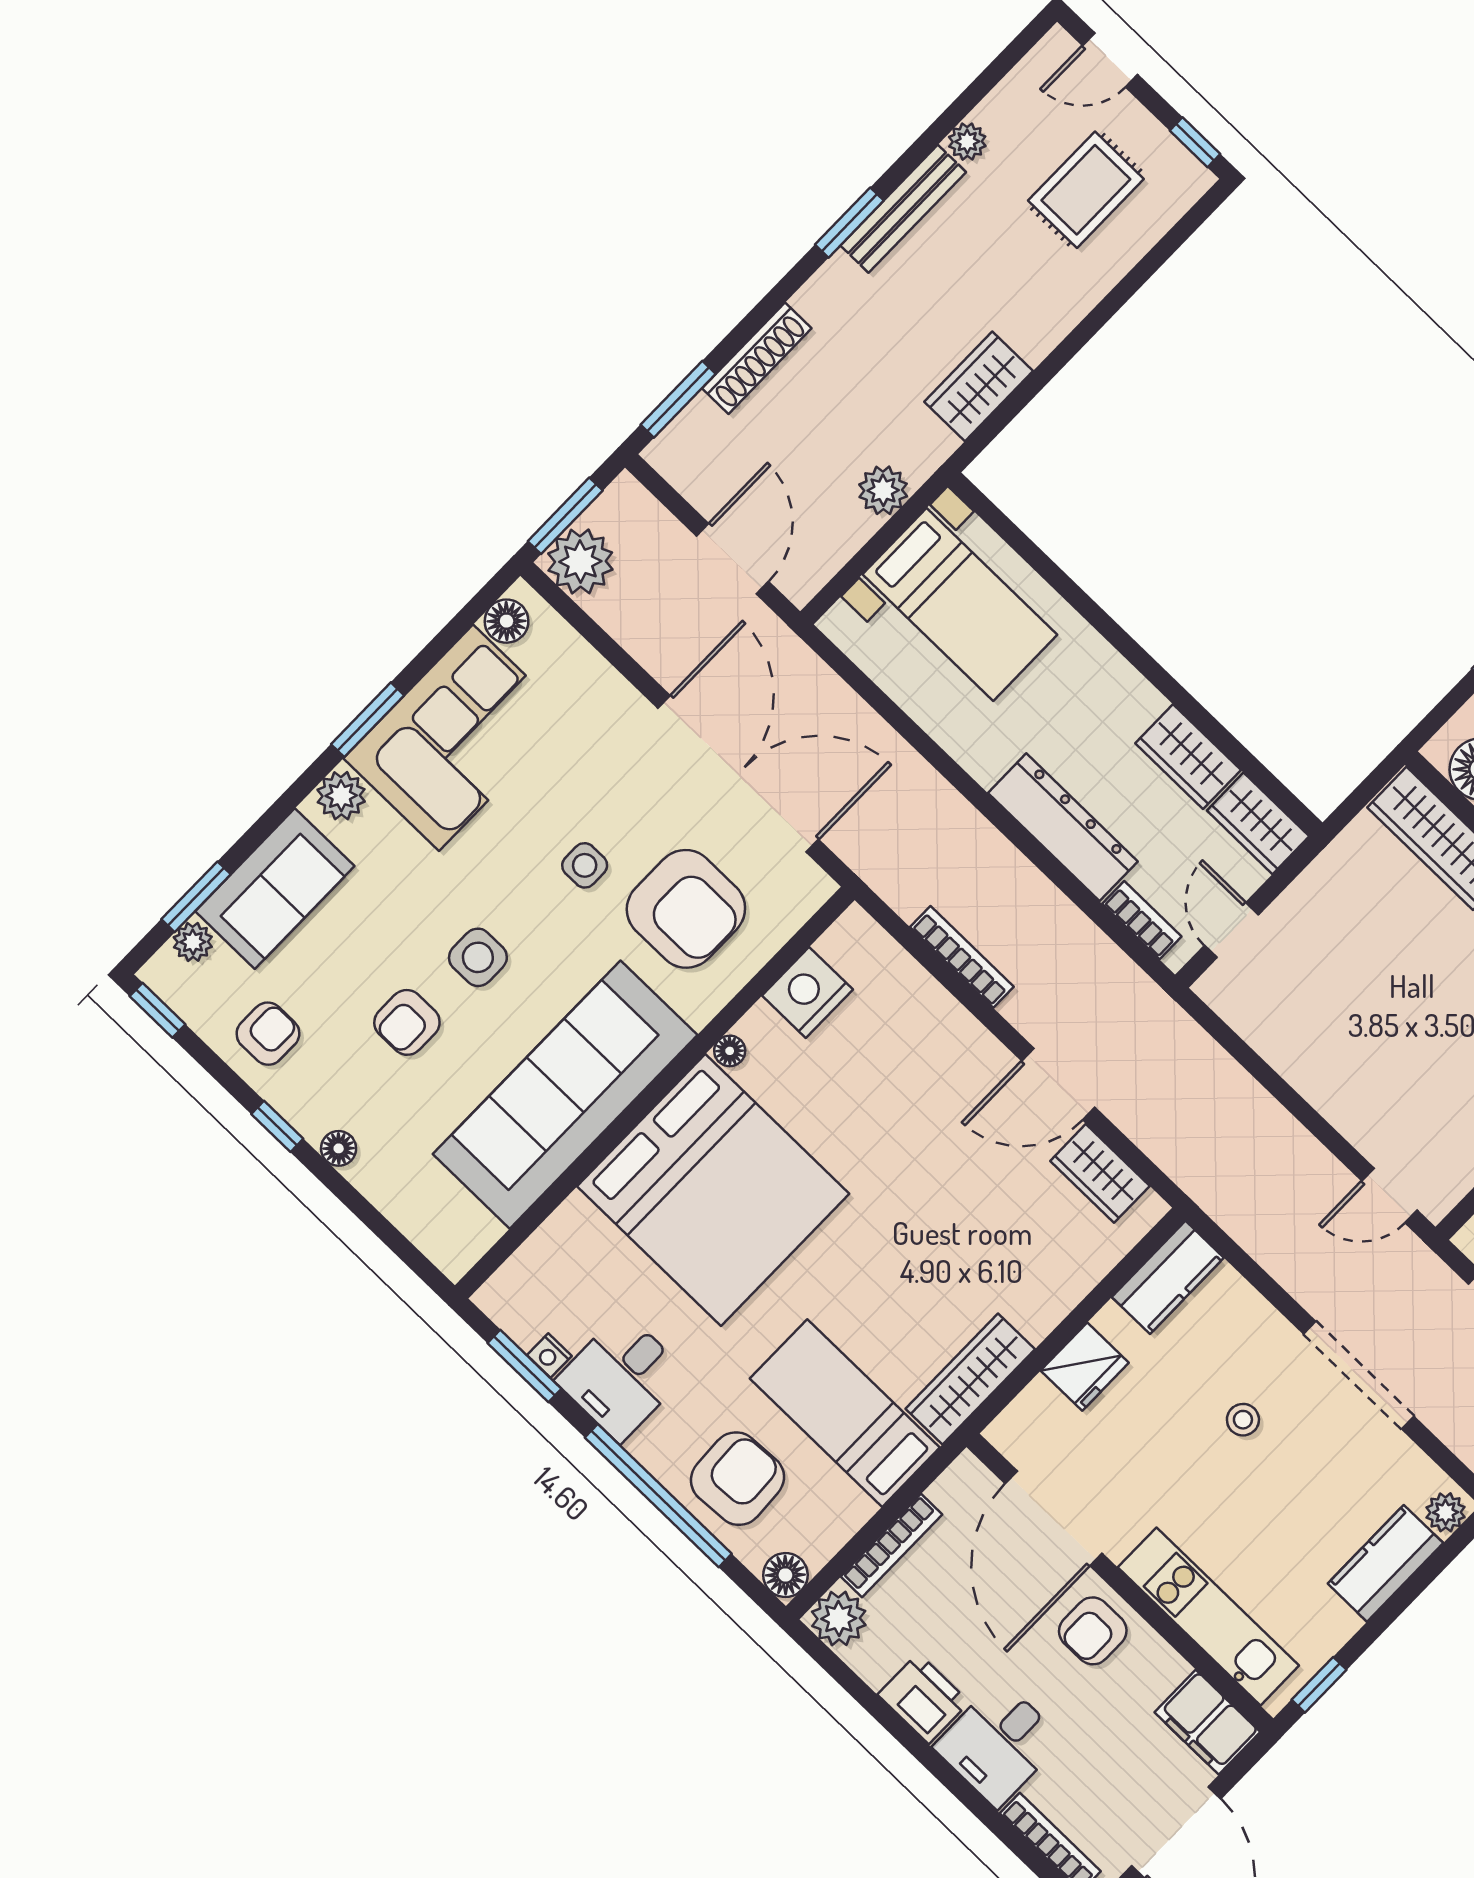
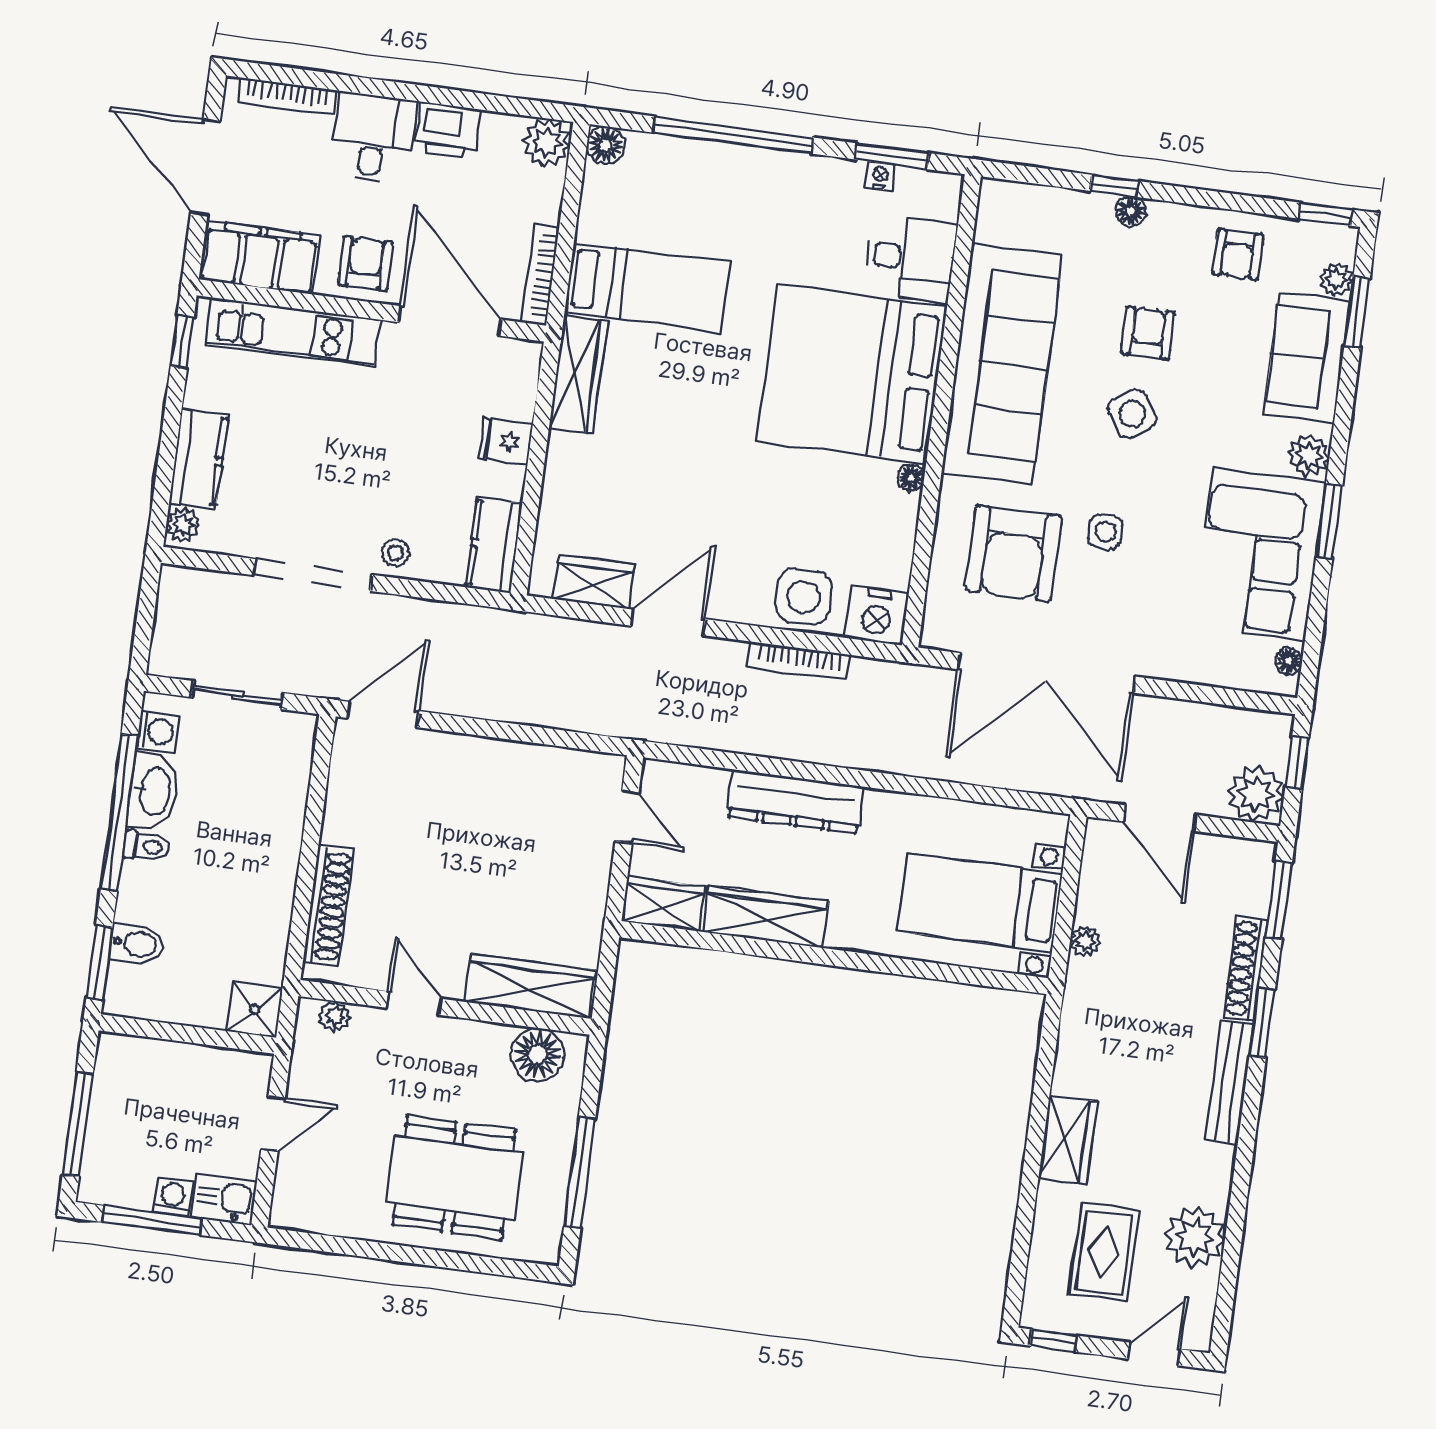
plant: (967, 142) -> (1195, 1237), width x1.88, depth x1.88
bench: (903, 209) -> (1229, 1082), moved
window: (849, 223) -> (1262, 1023), moved
wardrobe: (979, 386) -> (1068, 1140), moved
plant: (883, 490) -> (1085, 941), width x0.73, depth x0.73
window: (565, 516) -> (1297, 762), width x0.67
plant: (580, 561) -> (1256, 794), moved
floor lamp: (507, 621) -> (1289, 661), width x0.73, depth x0.73
wardrobe: (1188, 757) -> (765, 917), width x1.50
armchair: (686, 909) -> (1014, 553), turned -90
bookcase: (1142, 920) -> (694, 778), removed
side table: (478, 957) -> (1132, 414), turned -32
nightstand: (807, 993) -> (876, 616), moved, turned 90
side table: (913, 1014) -> (804, 597), added
window: (277, 1126) -> (1114, 186), moved
door: (1390, 1195) -> (383, 714), width x1.38
fridge: (1085, 1367) -> (506, 441), width x0.72
desk: (621, 1377) -> (910, 258), moved, turned 90
stool: (1243, 1420) -> (395, 553), moved
armchair: (737, 1479) -> (688, 187), removed
bookcase: (892, 1545) -> (540, 275), moved
filing cabinet: (1207, 1722) -> (260, 257), width x1.50, depth x1.17

